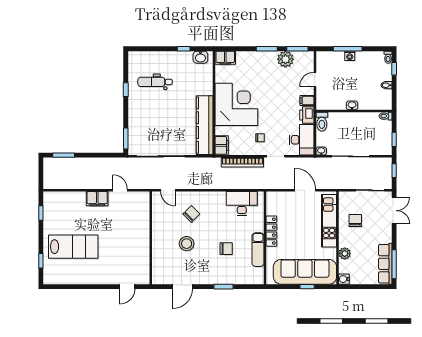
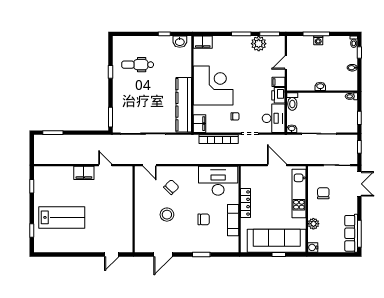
desk: (242, 204) -> (218, 181), width x1.36, depth x1.30

